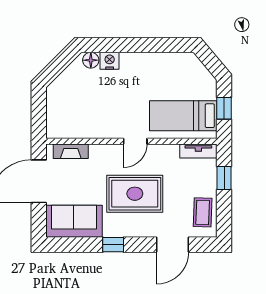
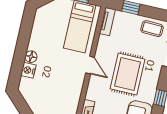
floor lamp: (91, 60) -> (31, 57), moved

